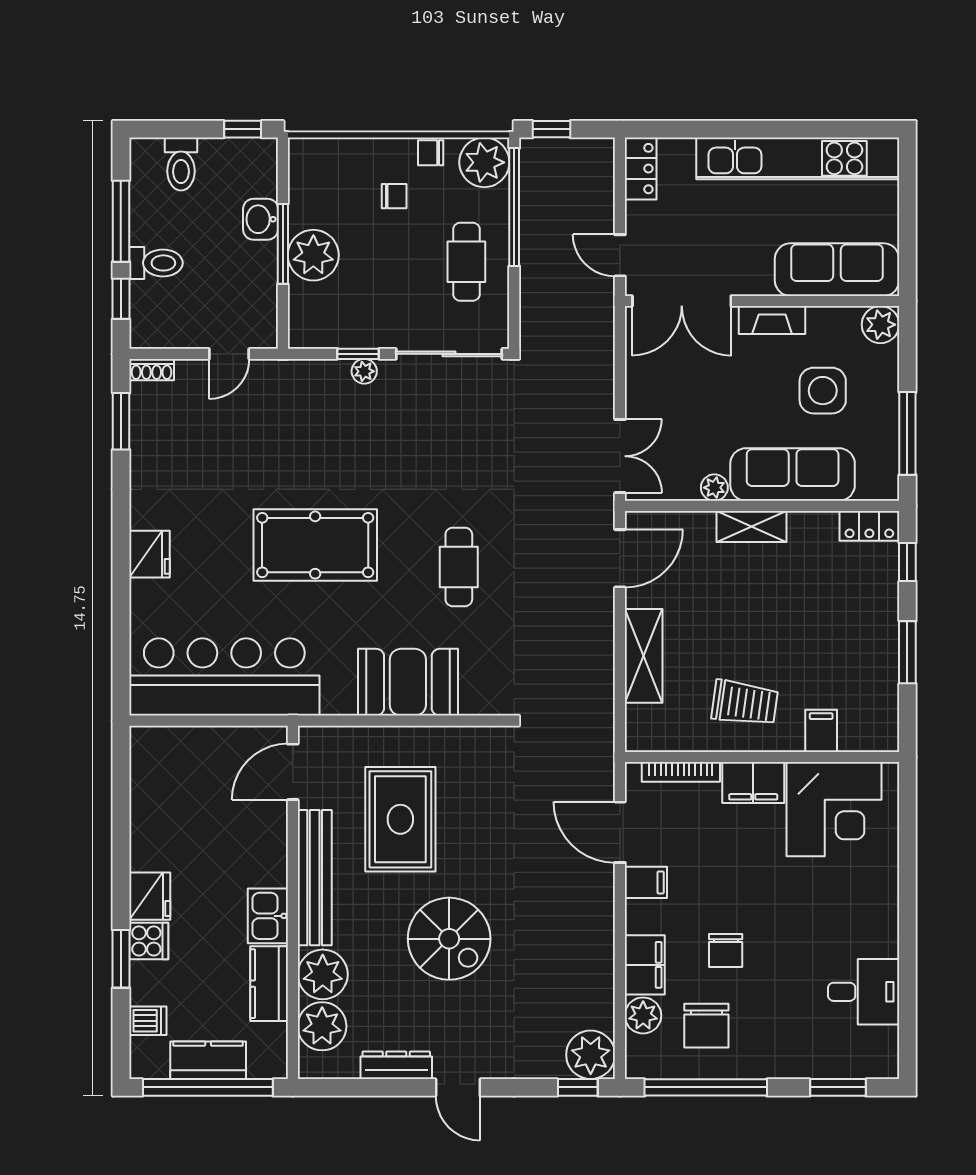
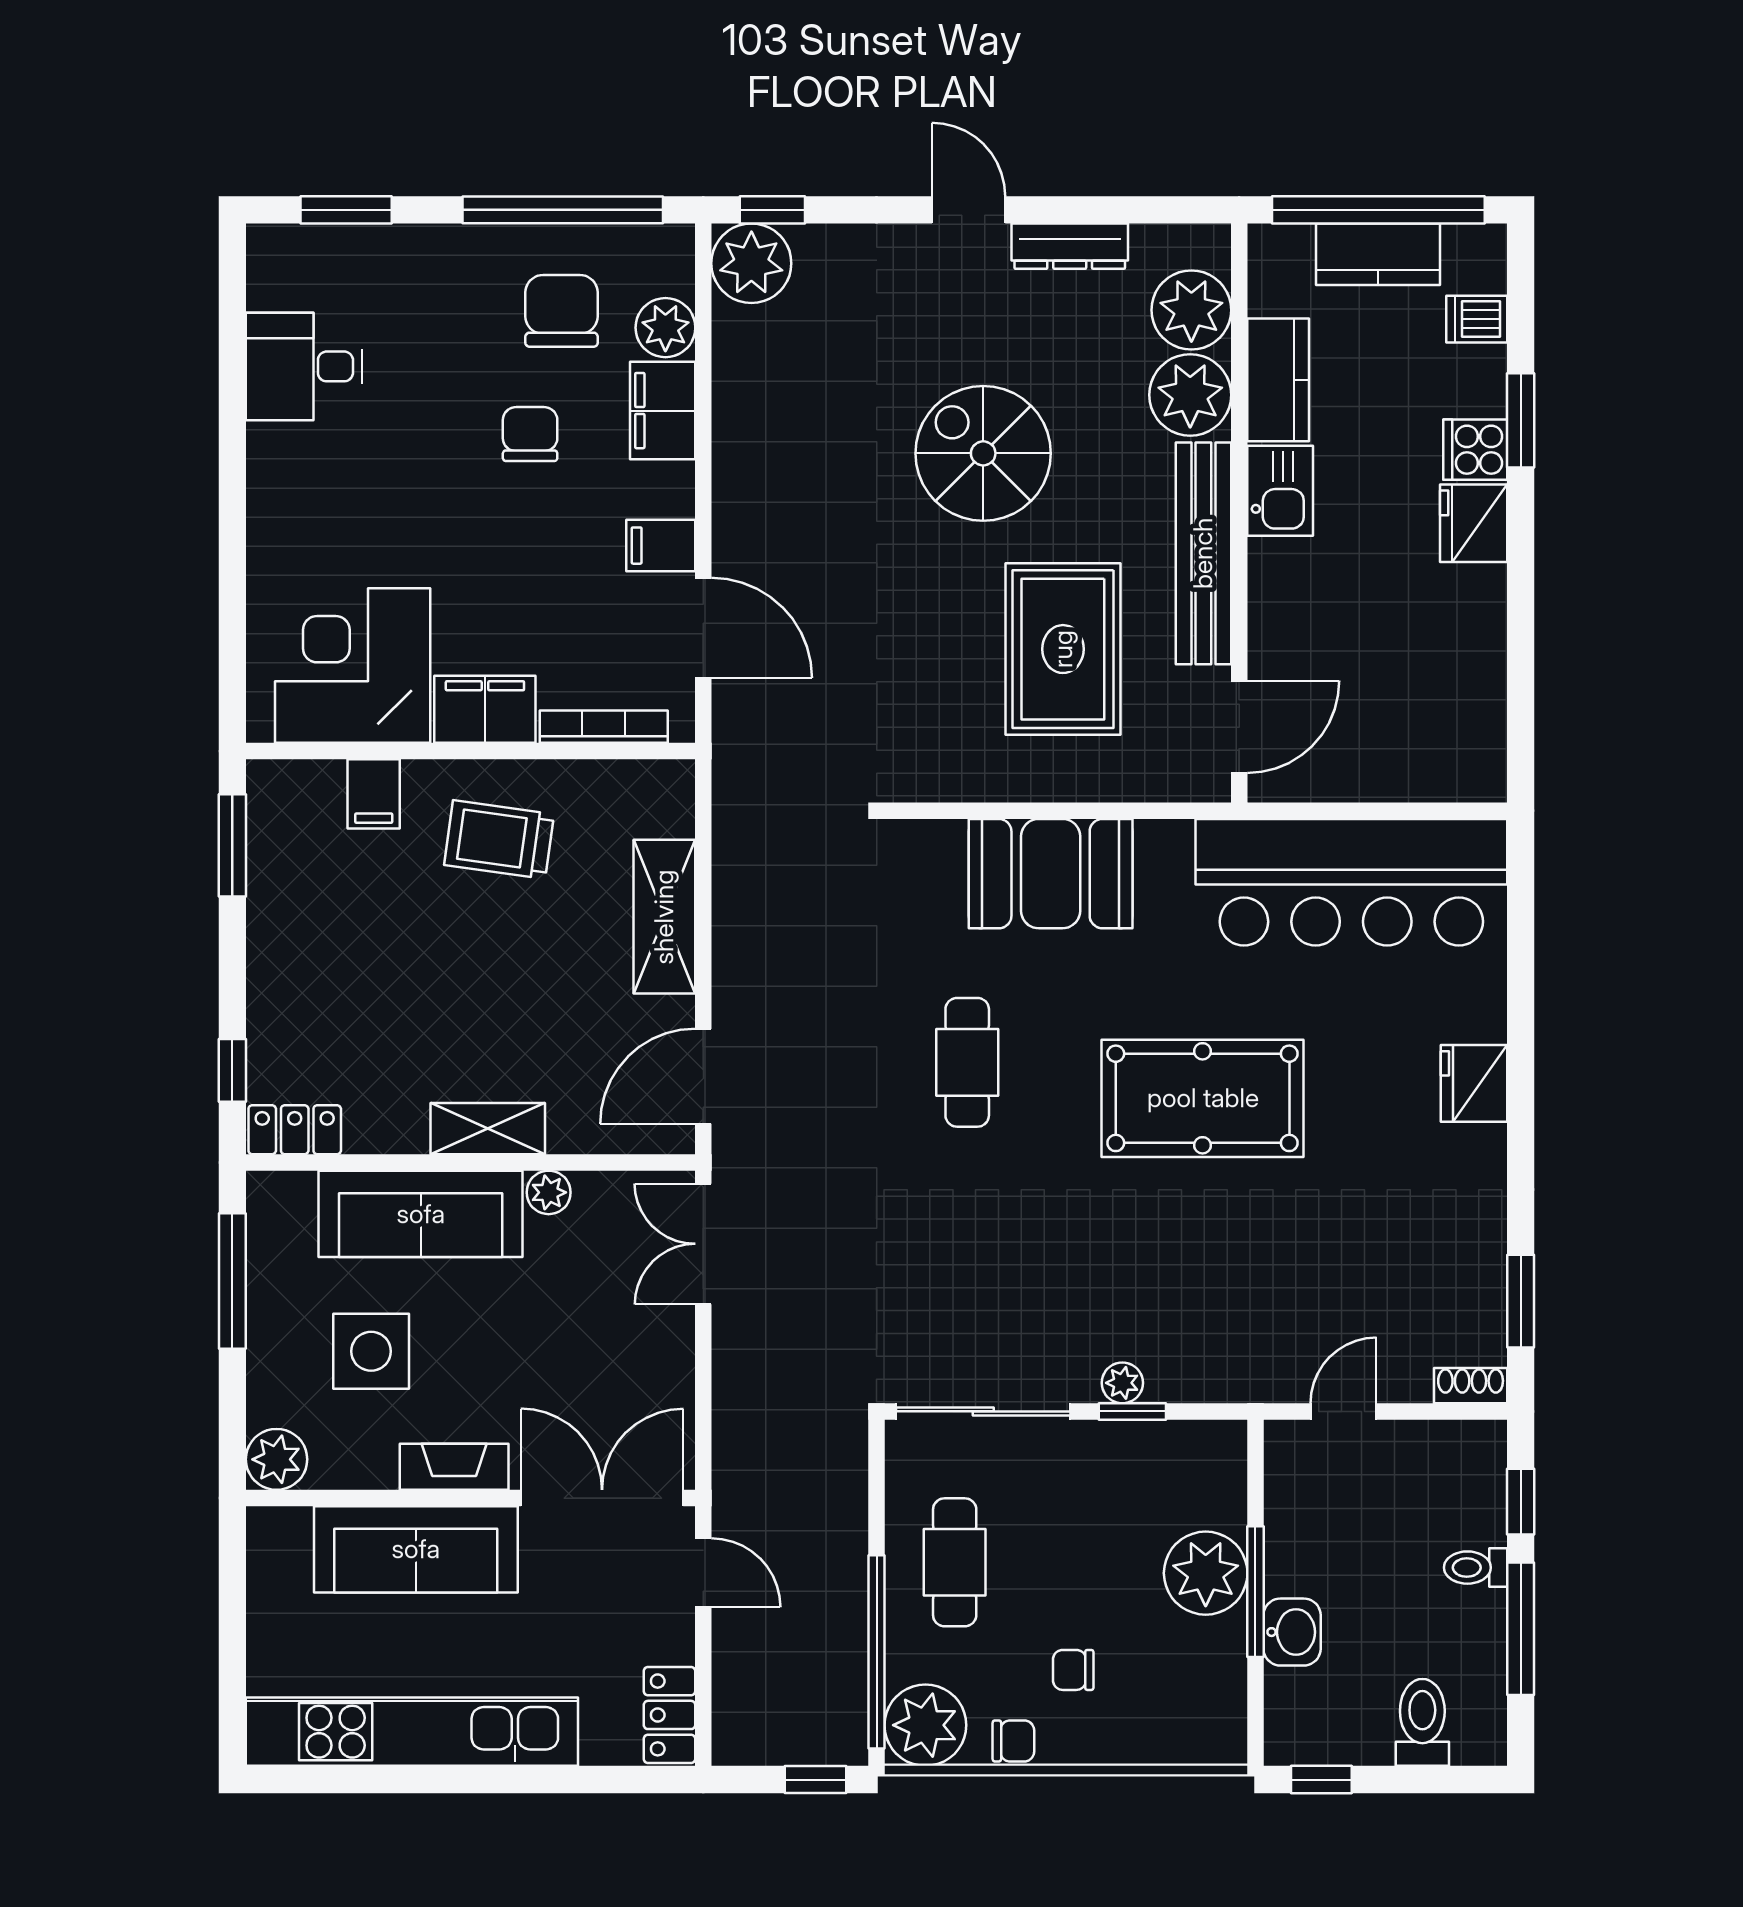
toilet: (156, 263) -> (1476, 1568), width x0.73, depth x0.72
sofa: (837, 270) -> (416, 1549), moved
window: (907, 652) -> (232, 845), moved

